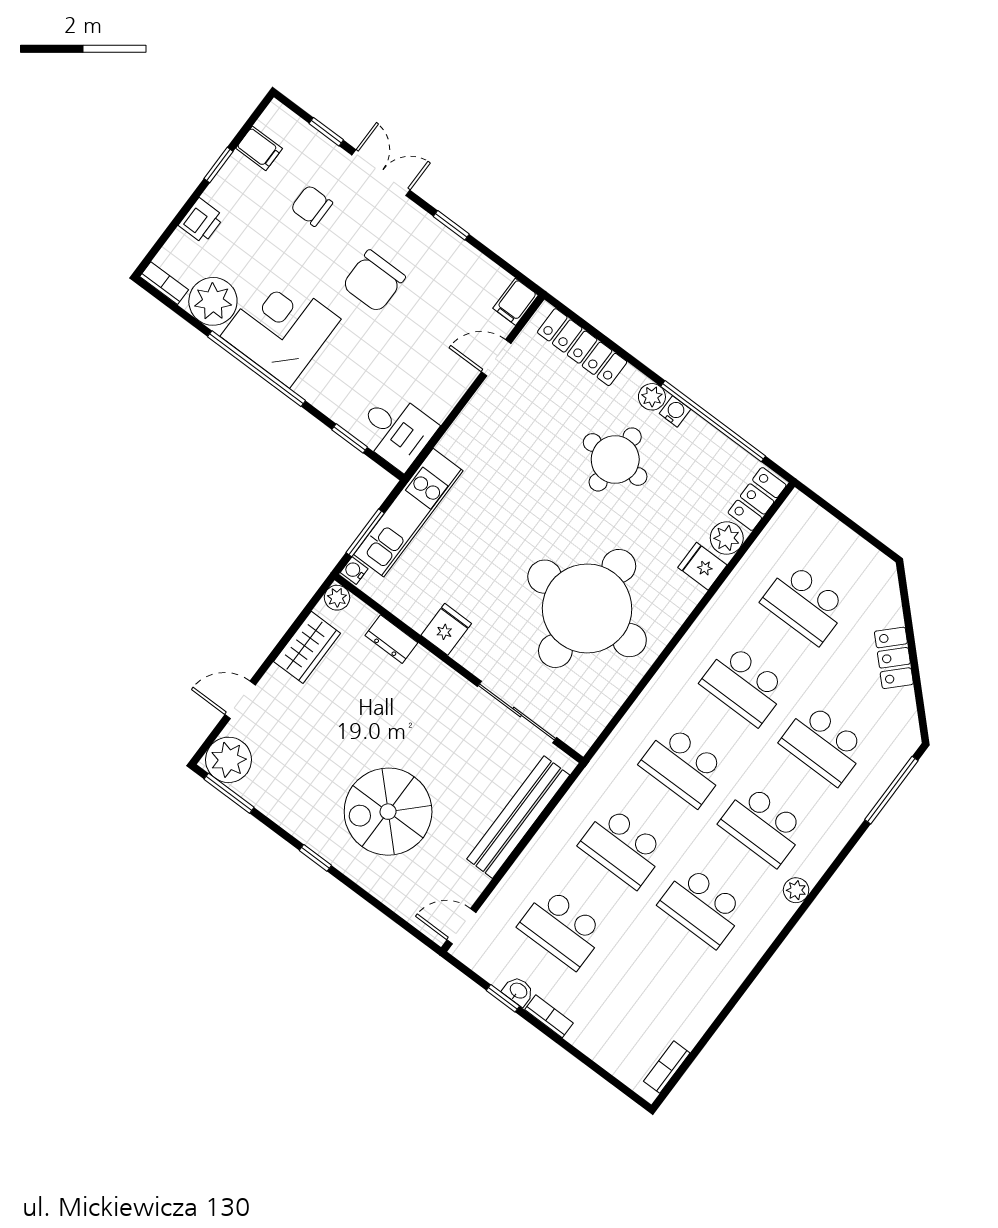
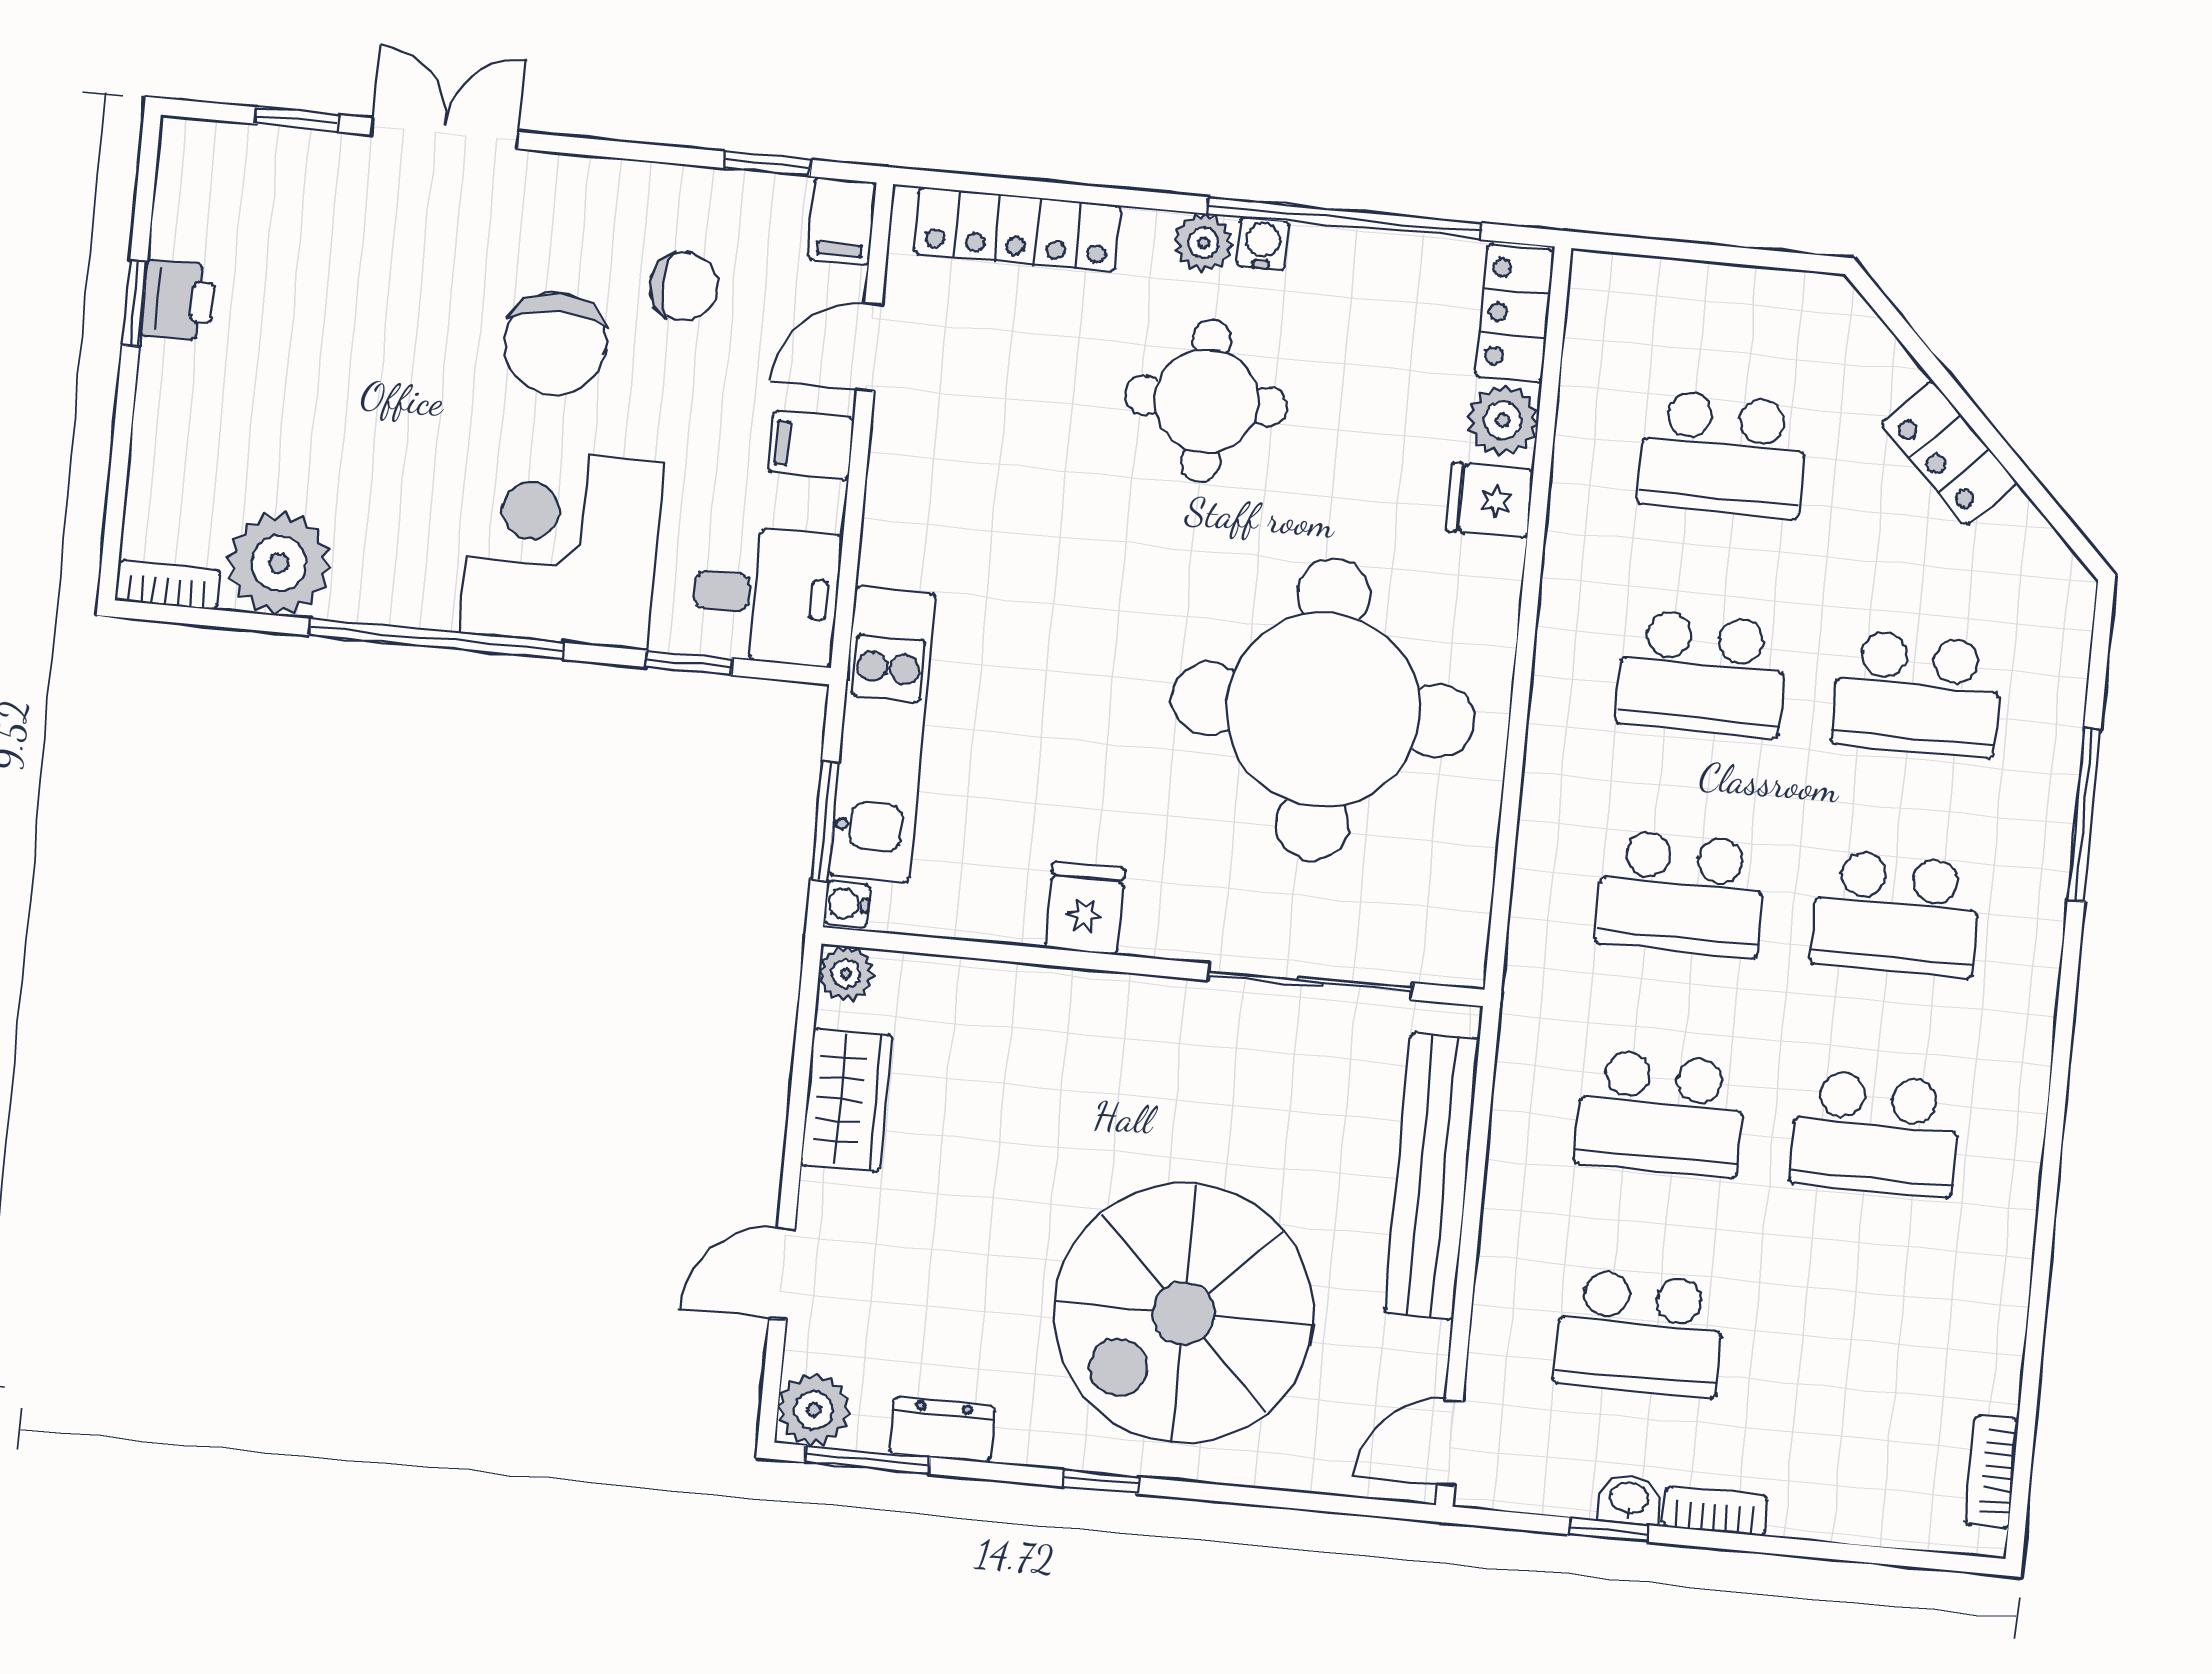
filing cabinet: (259, 148) -> (811, 445), moved, turned 180
chair: (312, 206) -> (684, 286), moved, turned 180
printer: (201, 221) -> (178, 300), moved
window: (451, 225) -> (767, 164), moved
corner desk: (281, 328) -> (561, 548), moved
dresser: (391, 639) -> (942, 1430), moved, turned 180
plant: (229, 760) -> (814, 1410), width x0.73, depth x0.73
window: (891, 790) -> (2084, 815), moved
spiral stairs: (388, 812) -> (1184, 1313), width x1.37, depth x1.37
plant: (796, 890) -> (2031, 996), removed

